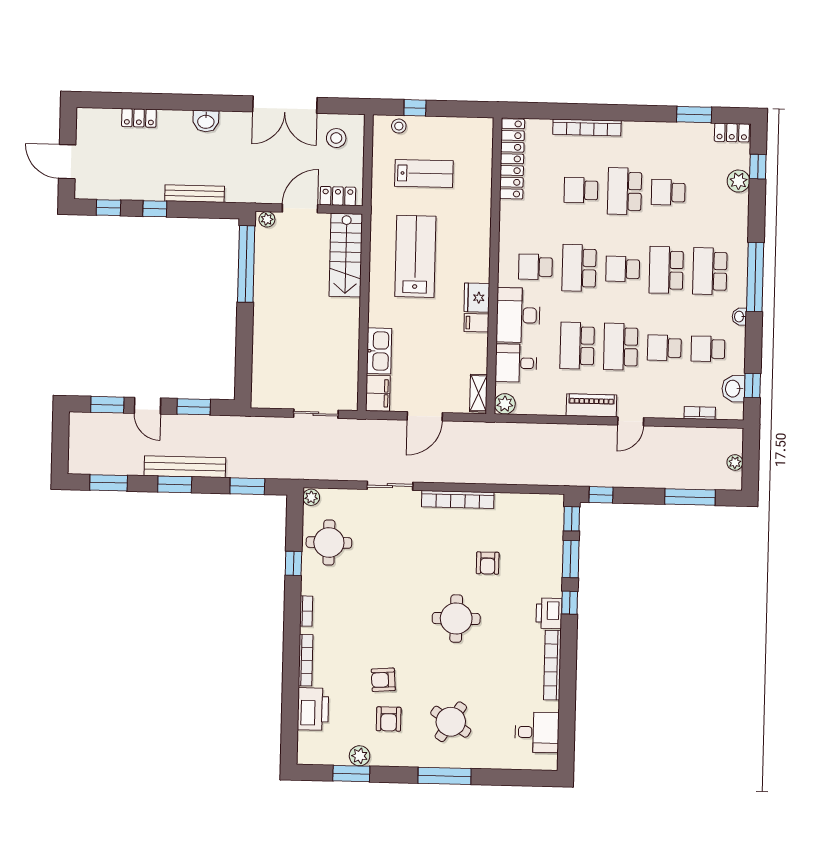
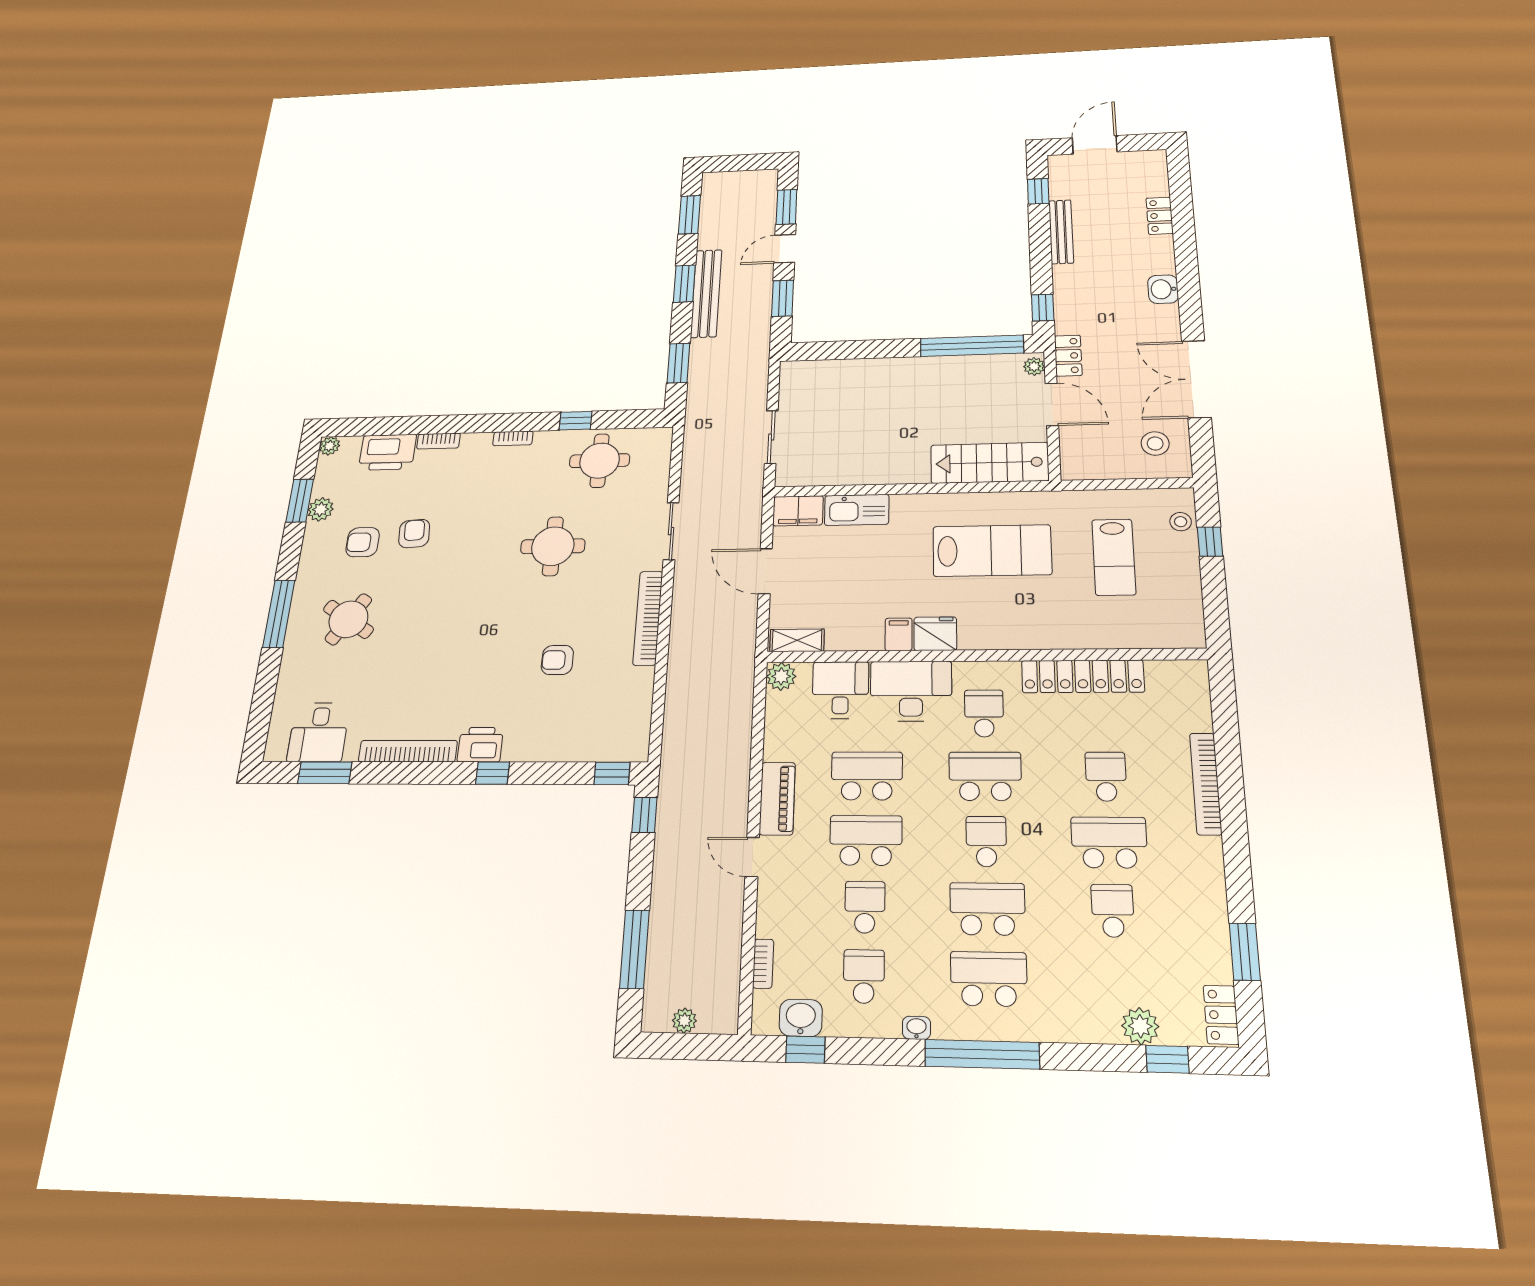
locker: (512, 159) -> (1083, 676), moved
bench: (195, 194) -> (1061, 232), moved
locker: (338, 196) -> (1068, 356), moved
window: (155, 209) -> (1043, 308), moved
plant: (311, 497) -> (330, 446), moved
window: (571, 559) -> (325, 773), moved
round table: (456, 619) -> (553, 546), moved
bookcase: (306, 660) -> (438, 441), width x0.64

